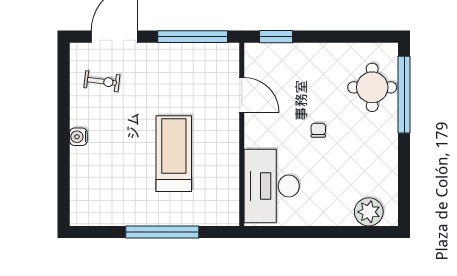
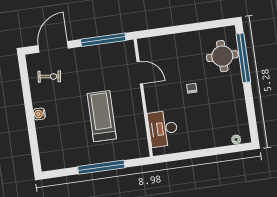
window: (276, 37) -> (156, 32), removed
desk: (272, 186) -> (163, 129), width x0.73, depth x0.77
plant: (369, 212) -> (236, 139), width x0.53, depth x0.53

